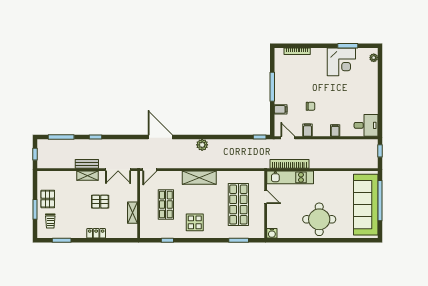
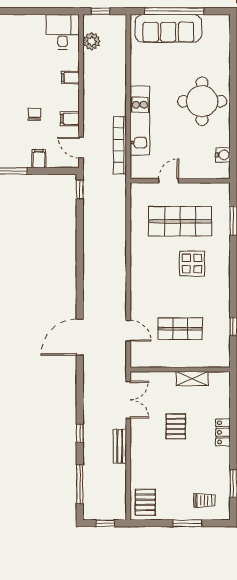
door: (288, 138) -> (81, 148), hinge flipped
plant: (202, 145) -> (92, 41), moved
door: (150, 170) -> (128, 331), moved
shelving: (87, 176) -> (137, 445), removed
kitchen unit: (290, 177) -> (140, 121), moved
shelving: (199, 178) -> (140, 279), removed
pallet: (48, 199) -> (145, 502), moved, turned 90
sofa: (366, 205) -> (168, 28), width x0.74, depth x0.79
display table: (195, 222) -> (192, 264), moved
water cooler: (272, 233) -> (223, 155), moved

